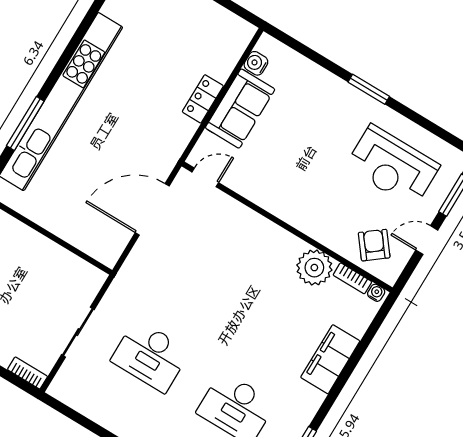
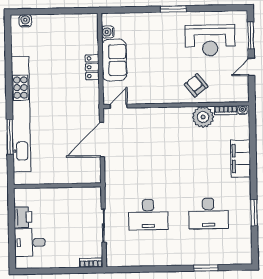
armchair: (374, 245) -> (196, 85), moved

